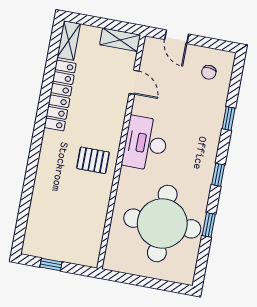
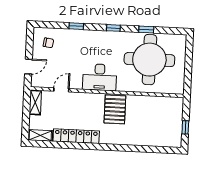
pallet: (93, 160) -> (115, 109), width x1.50, depth x1.42

